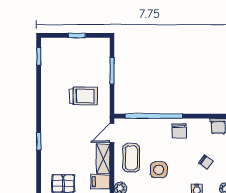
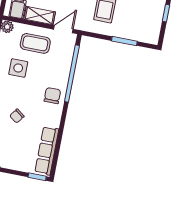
chair: (179, 131) -> (52, 96), turned 91
door: (112, 133) -> (63, 29), hinge flipped

